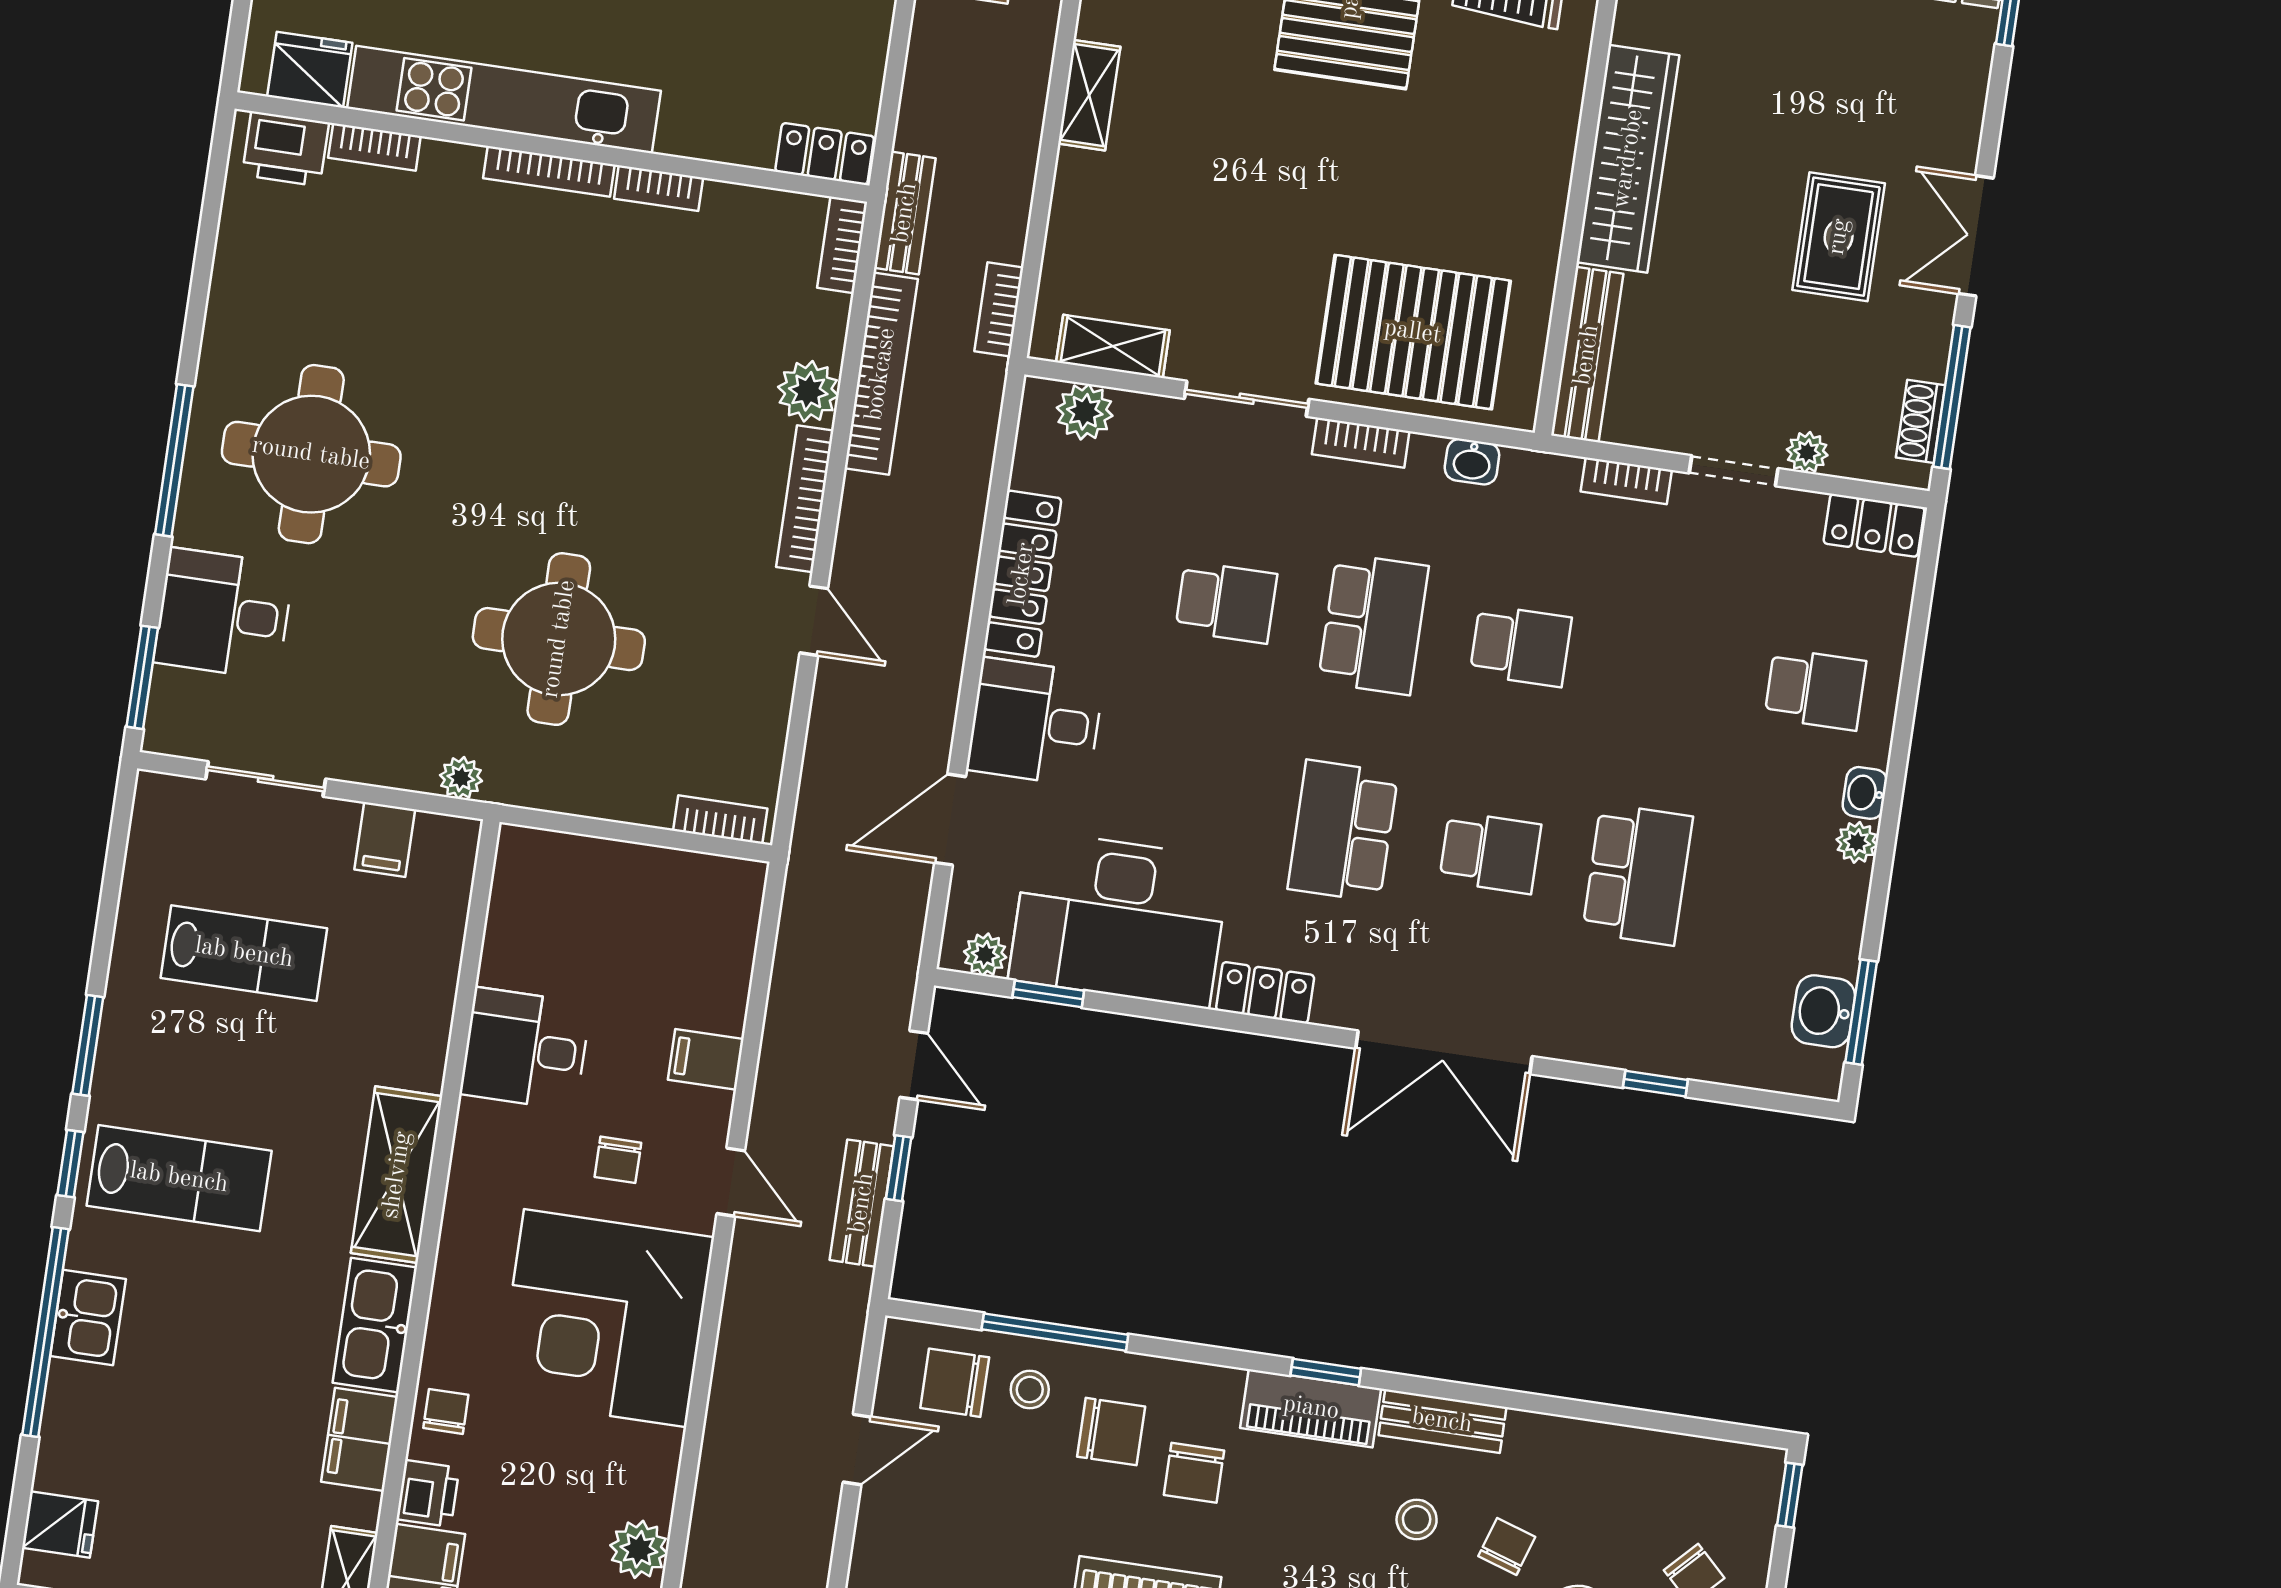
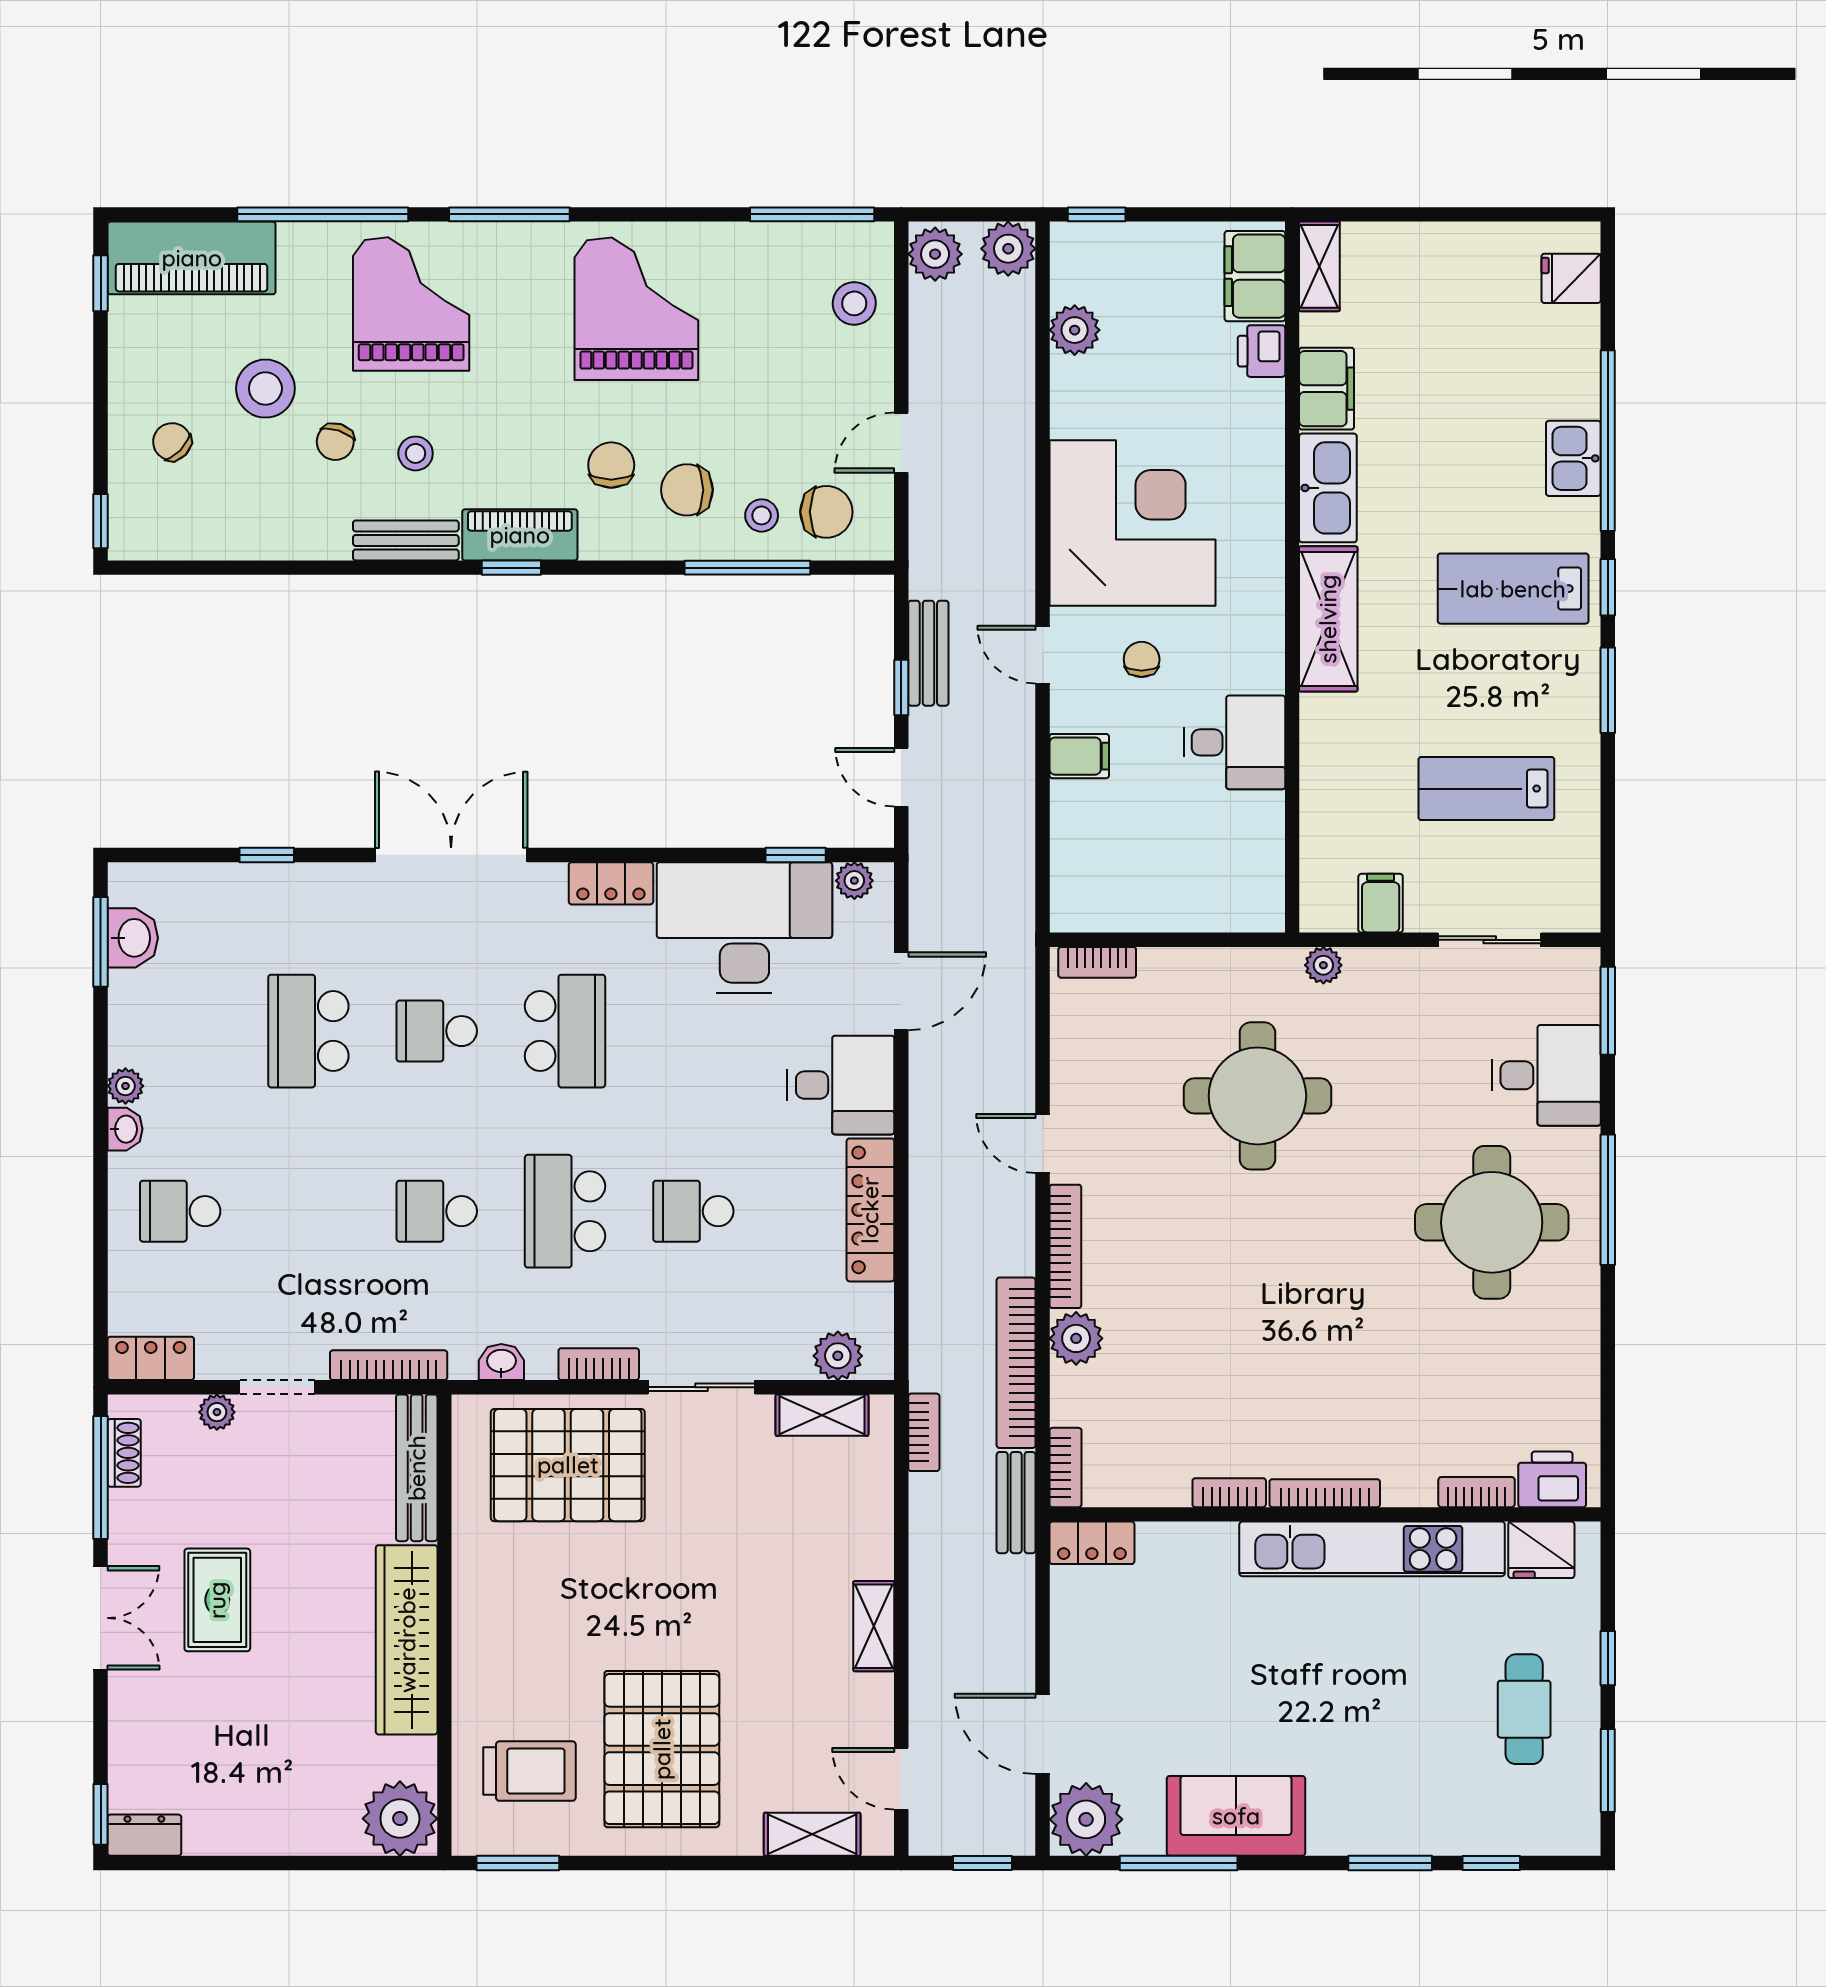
bookcase: (1626, 481) -> (389, 1365), width x1.56
chair: (446, 1411) -> (1256, 423), removed

